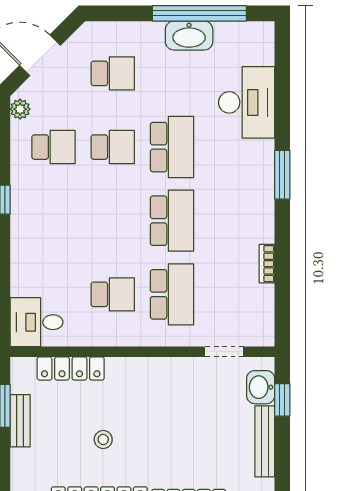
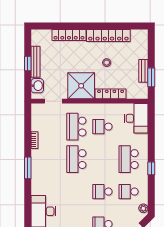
school desk: (172, 147) -> (129, 159), moved
window: (282, 175) -> (28, 168), moved
desk: (36, 322) -> (136, 118), width x1.37
locker: (71, 368) -> (111, 94), moved
shower: (161, 387) -> (81, 86), added
window: (282, 400) -> (28, 64), moved

